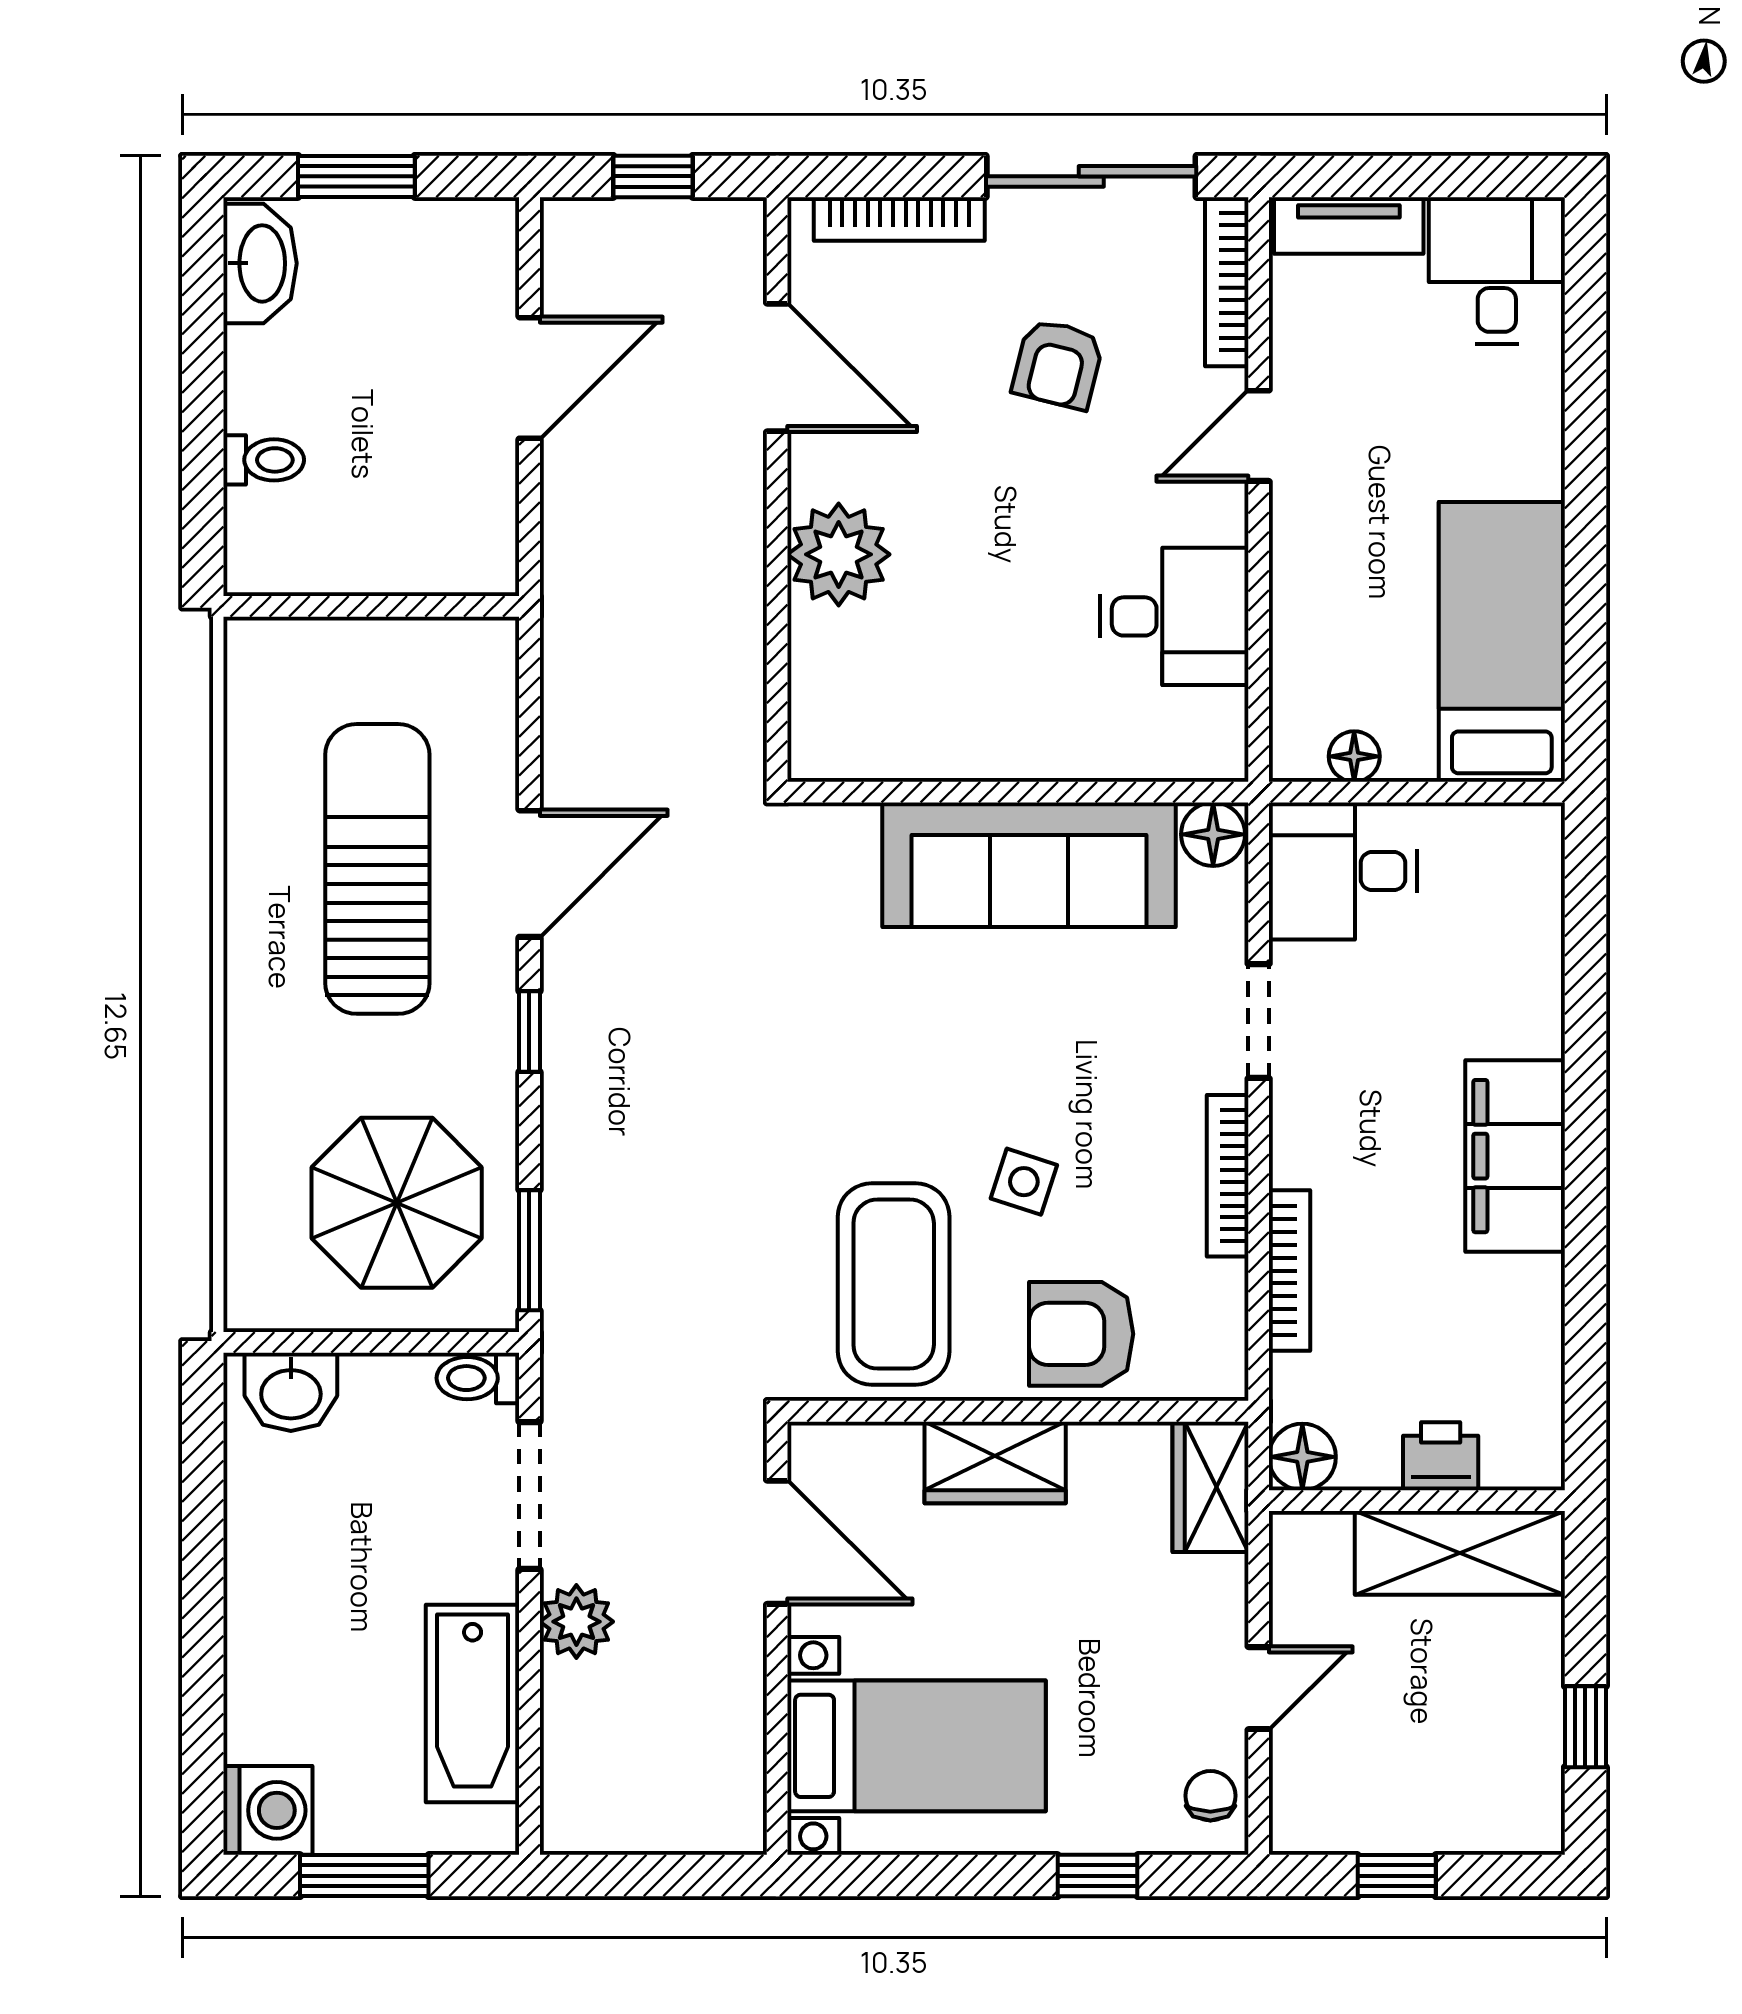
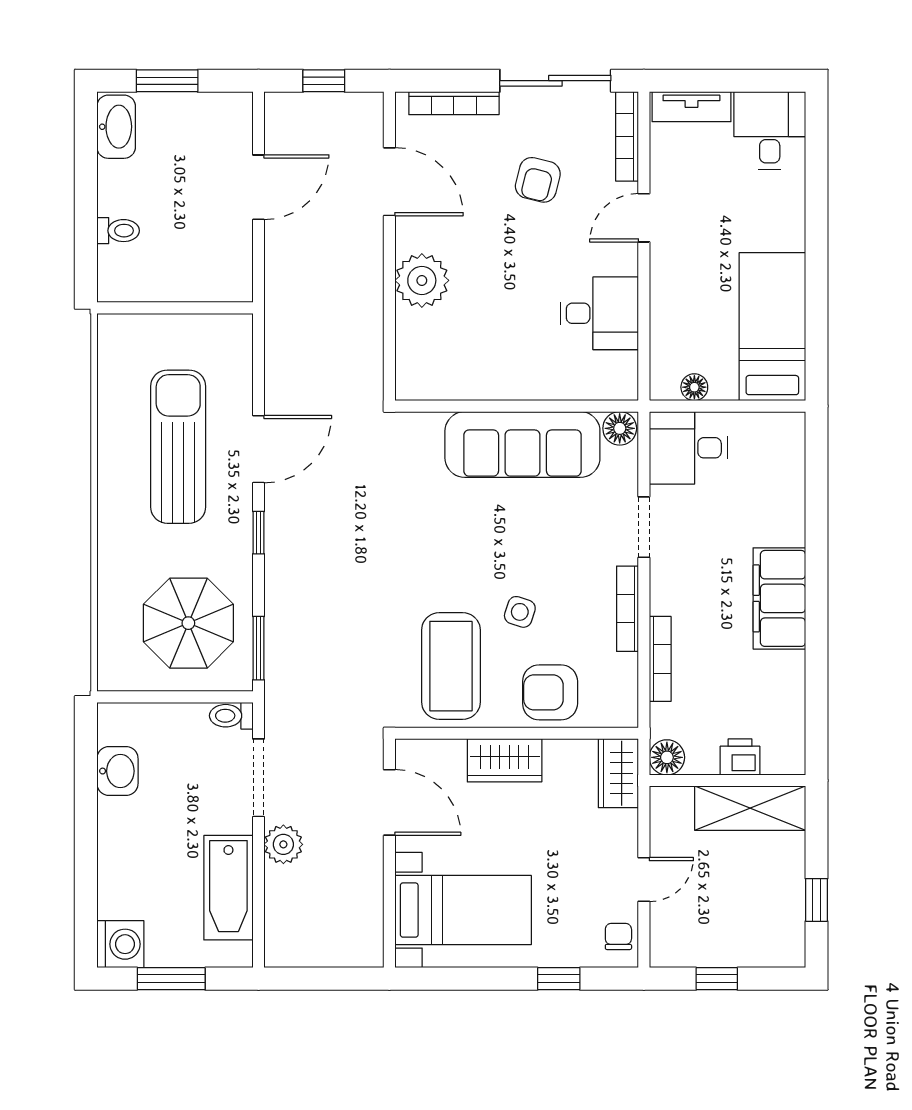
washbasin: (291, 1392) -> (117, 771), moved, turned -90

